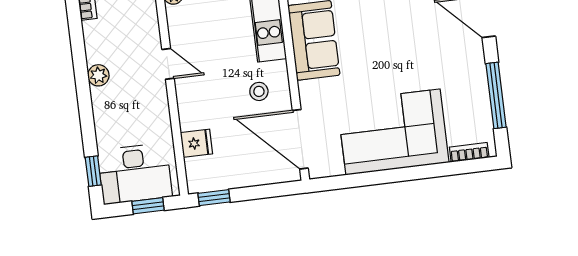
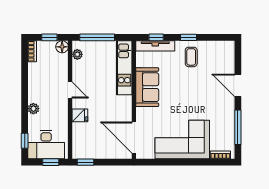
plant: (98, 75) -> (33, 109), moved
stool: (259, 91) -> (116, 110), removed
fridge: (196, 143) -> (80, 115), moved

